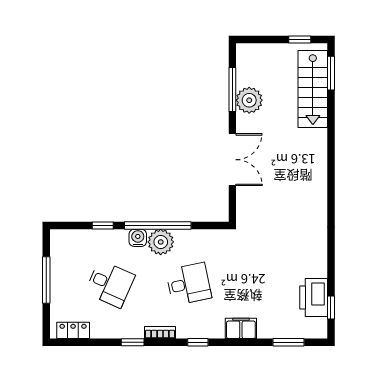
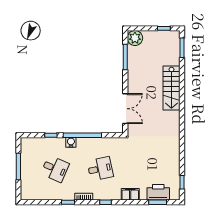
stairs: (313, 89) -> (171, 88), moved
plant: (249, 100) -> (135, 38), moved
double door: (232, 160) -> (125, 109), moved
plant: (161, 242) -> (84, 145), removed
printer: (314, 298) -> (158, 192), moved, turned 90
locker: (73, 330) -> (34, 195), removed

